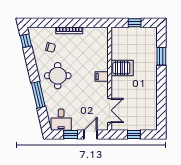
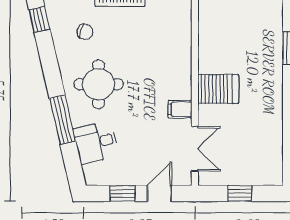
server rack: (122, 68) -> (218, 89), moved
filing cabinet: (102, 77) -> (180, 109), moved
desk: (61, 120) -> (96, 142), moved, turned 77

